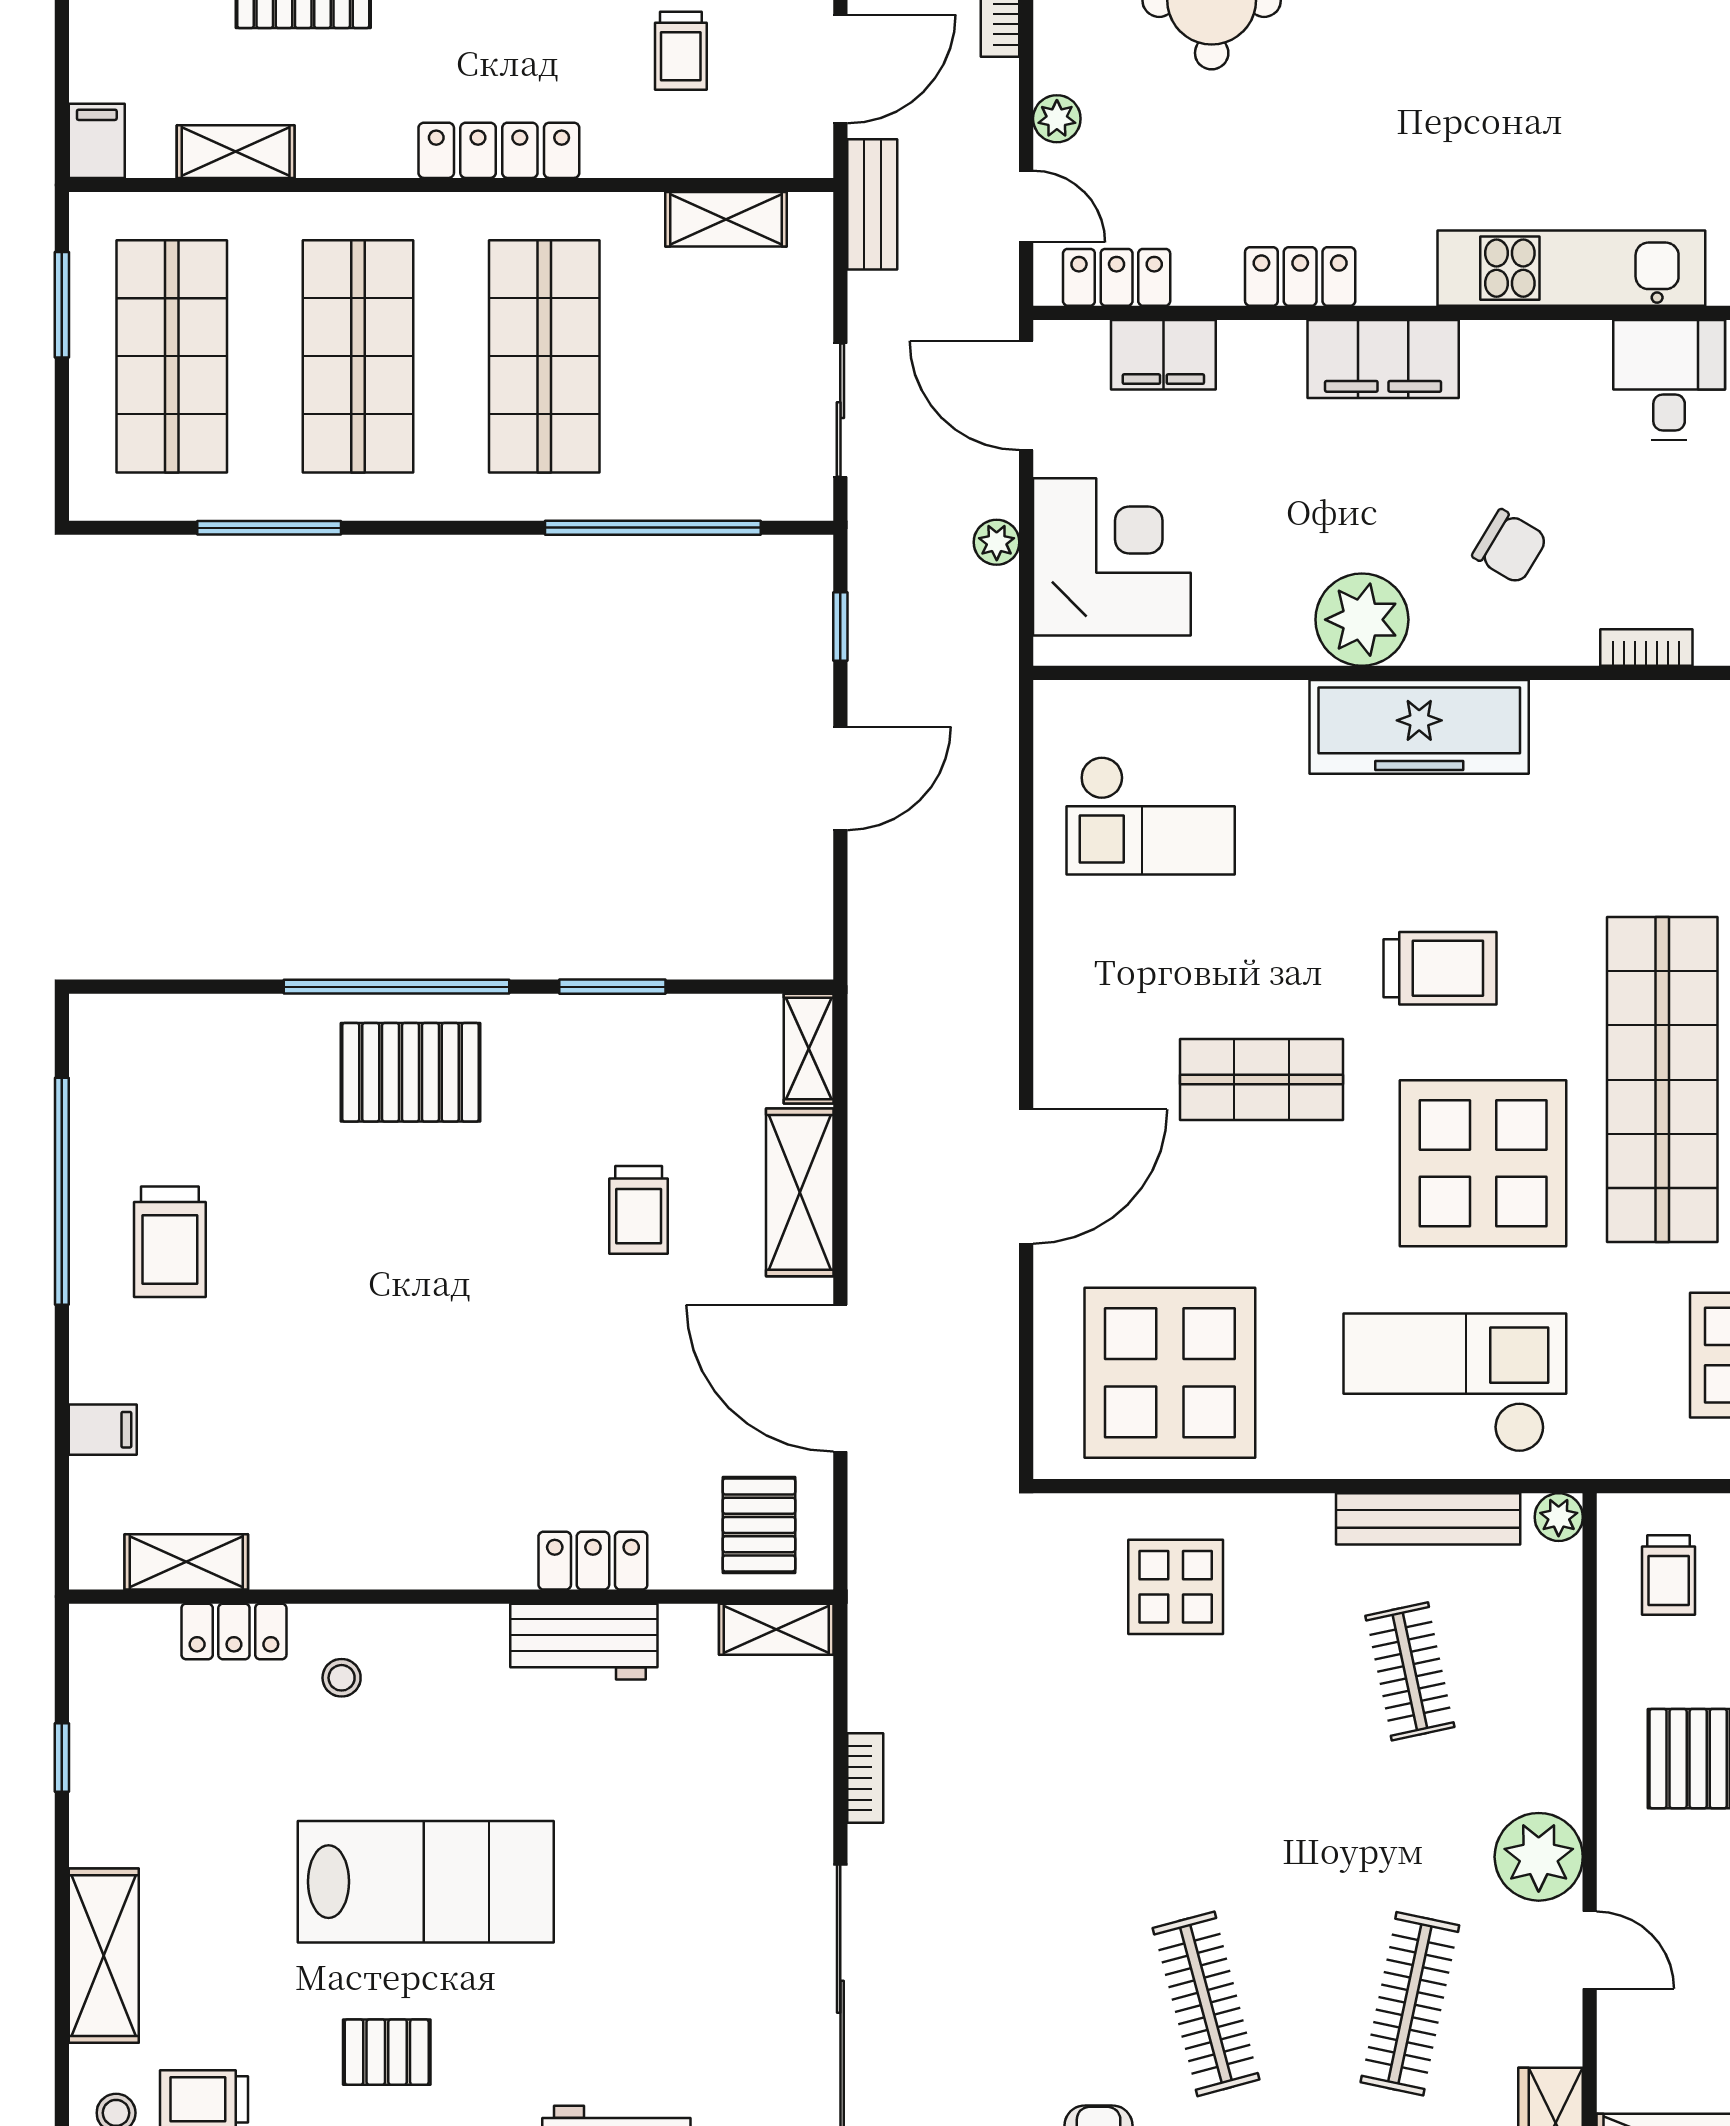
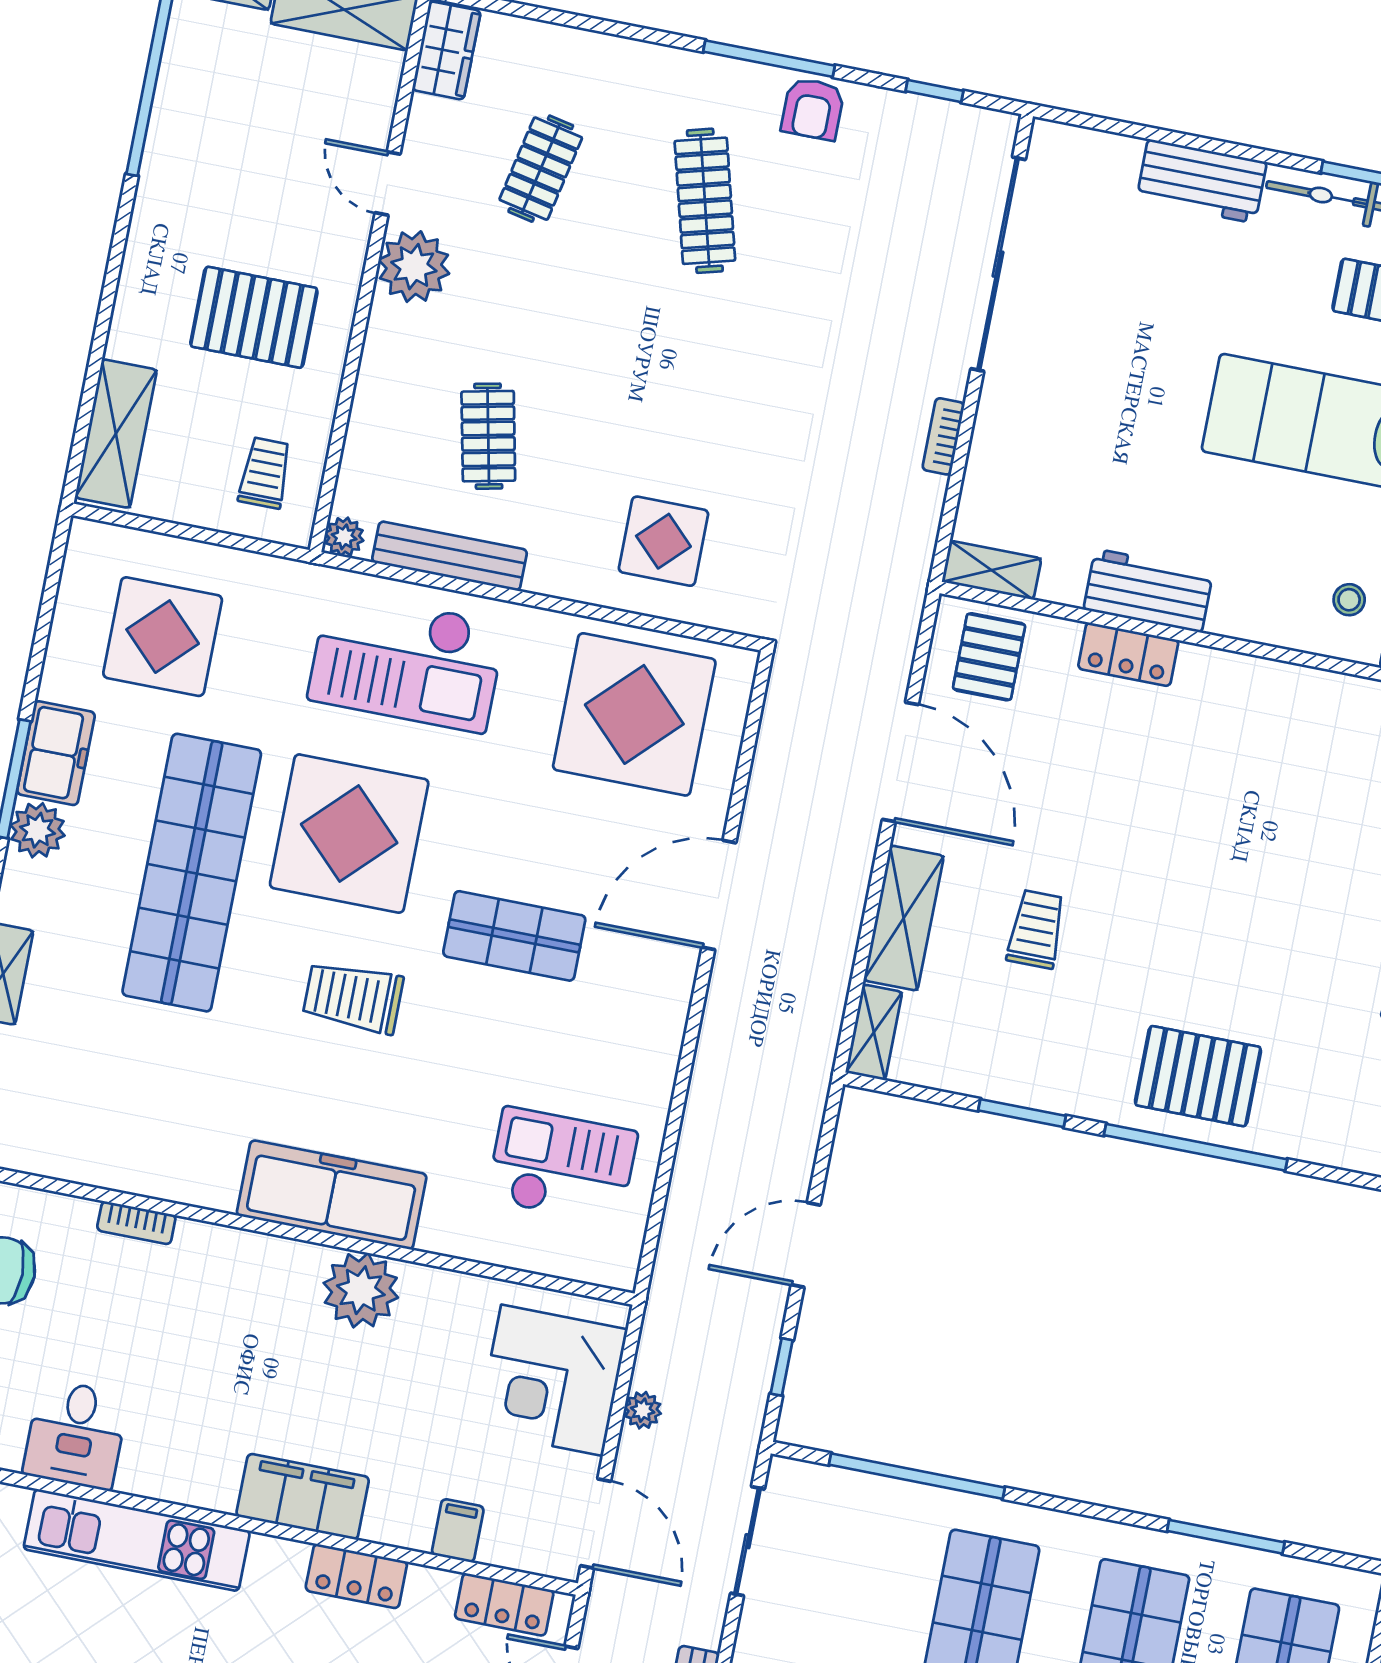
filing cabinet: (1163, 355) -> (458, 1531), width x0.50
chair: (1510, 547) -> (230, 1326), removed
clothes rail: (1410, 2004) -> (541, 169), width x0.73

